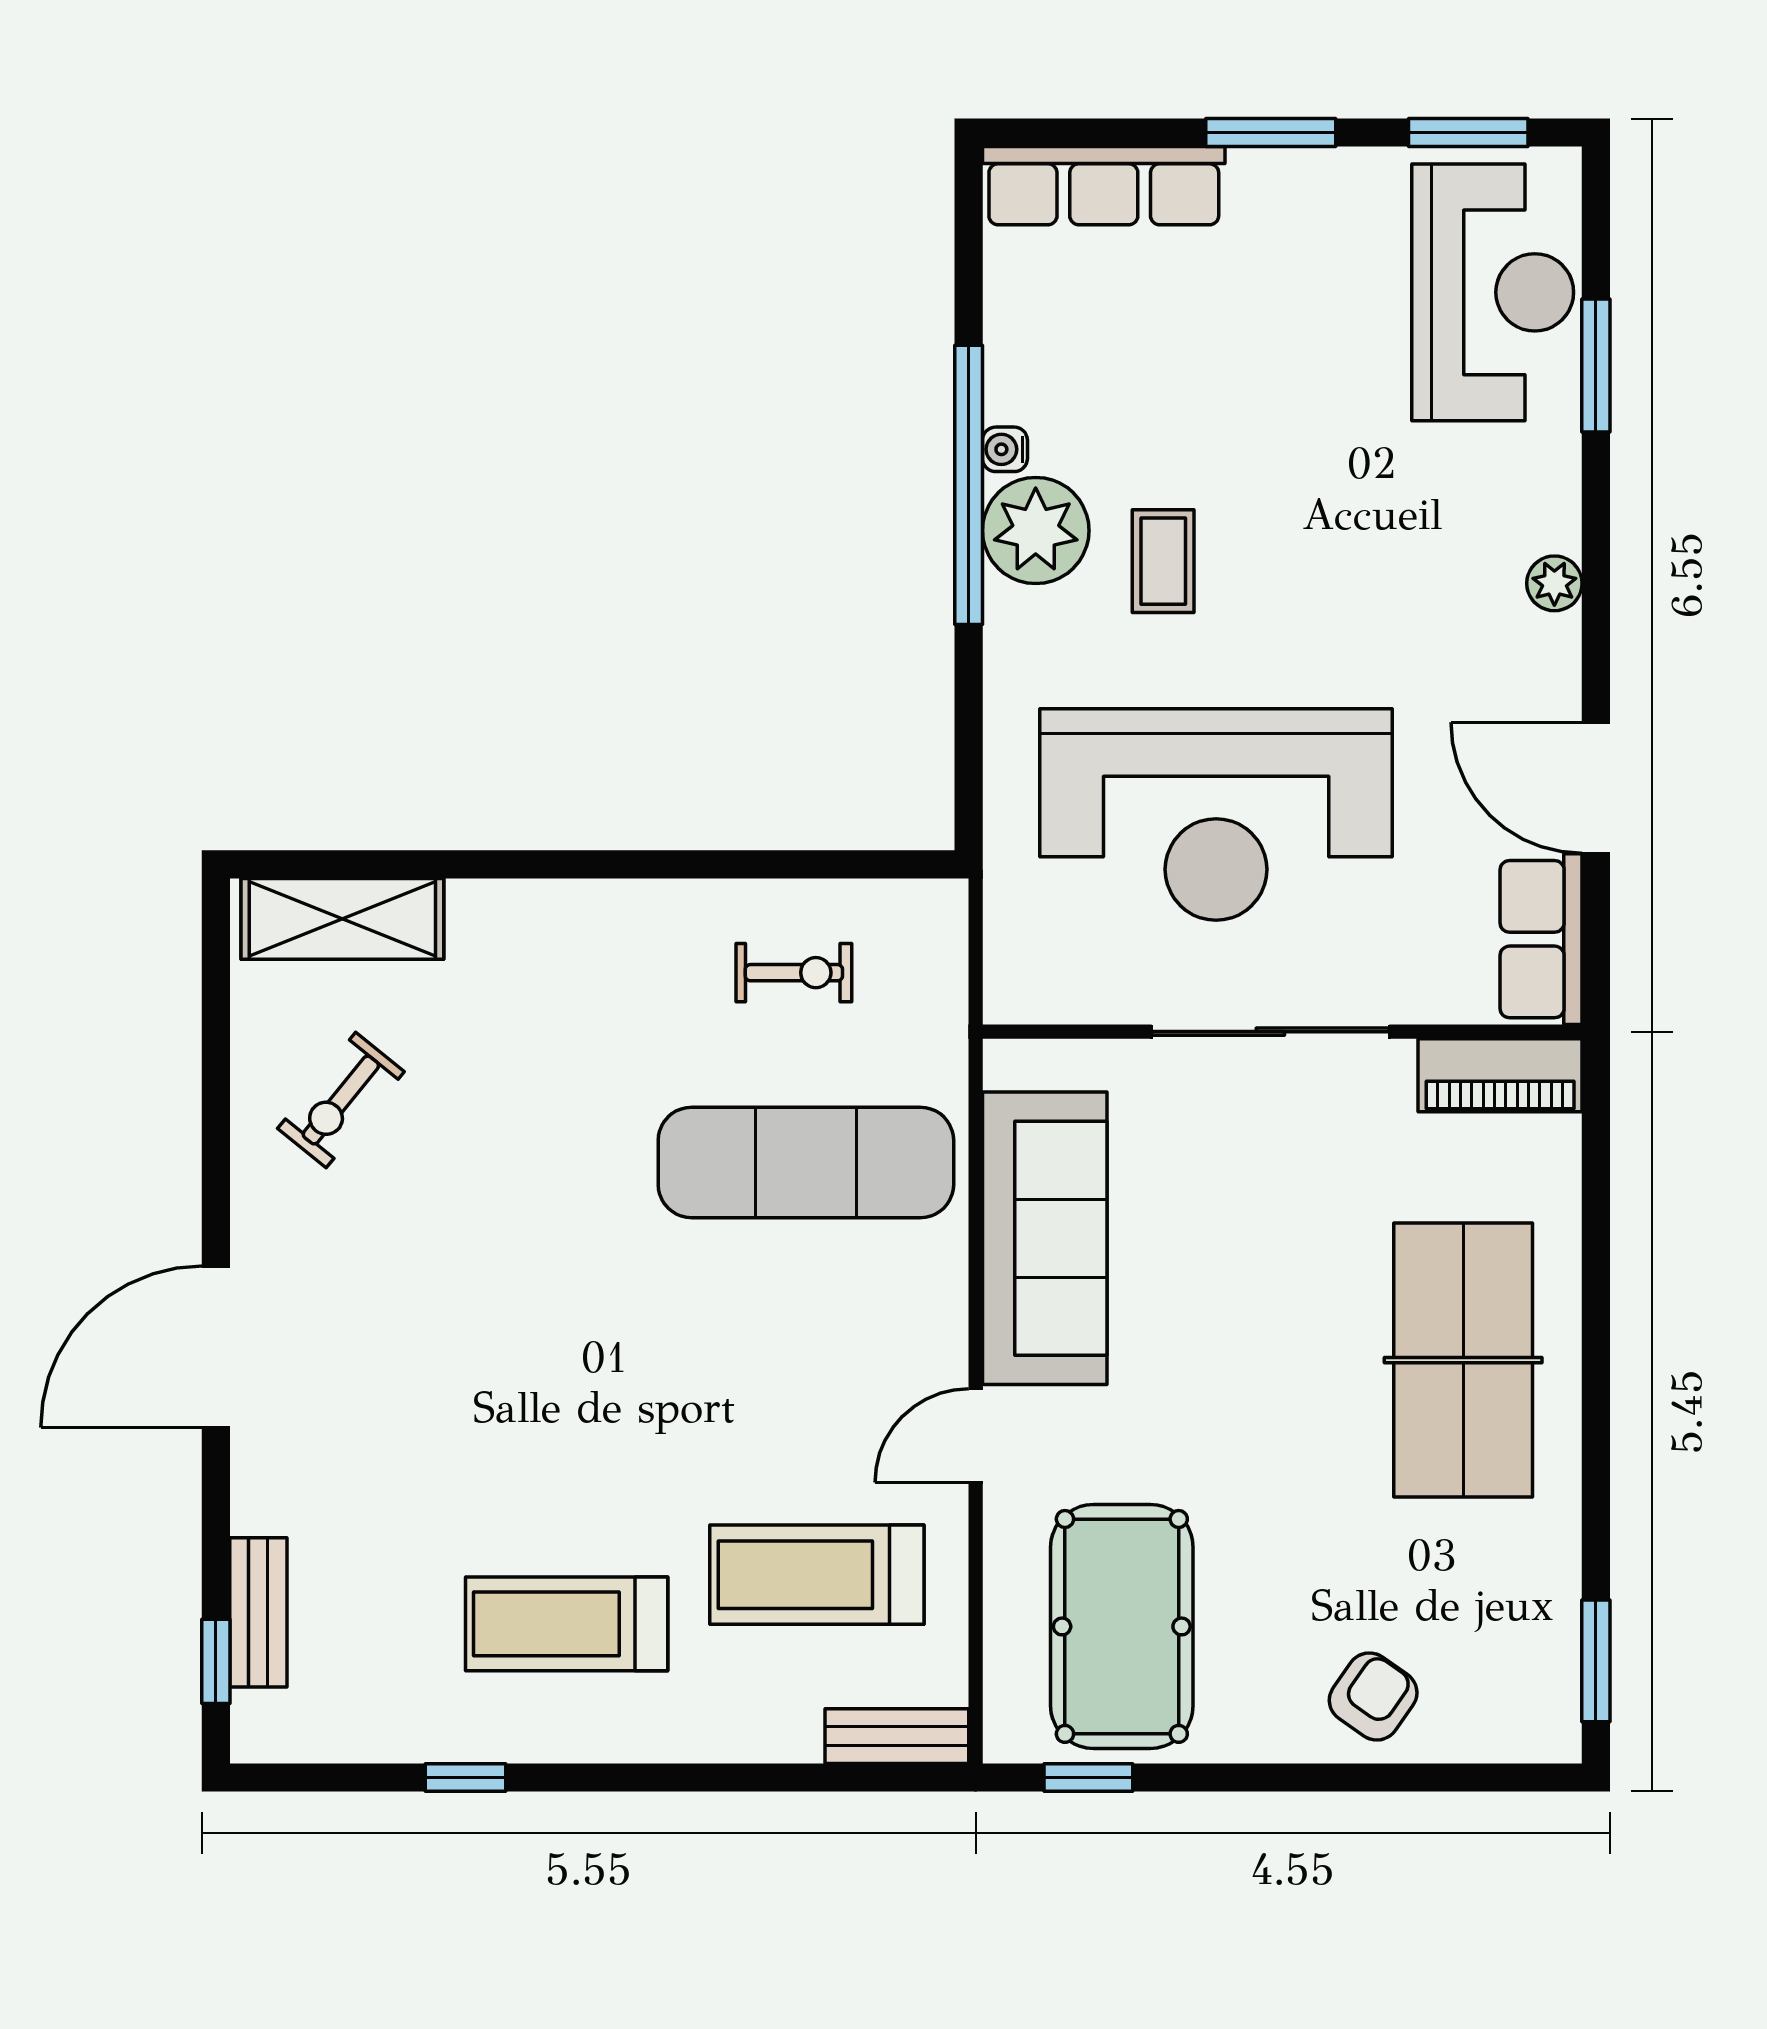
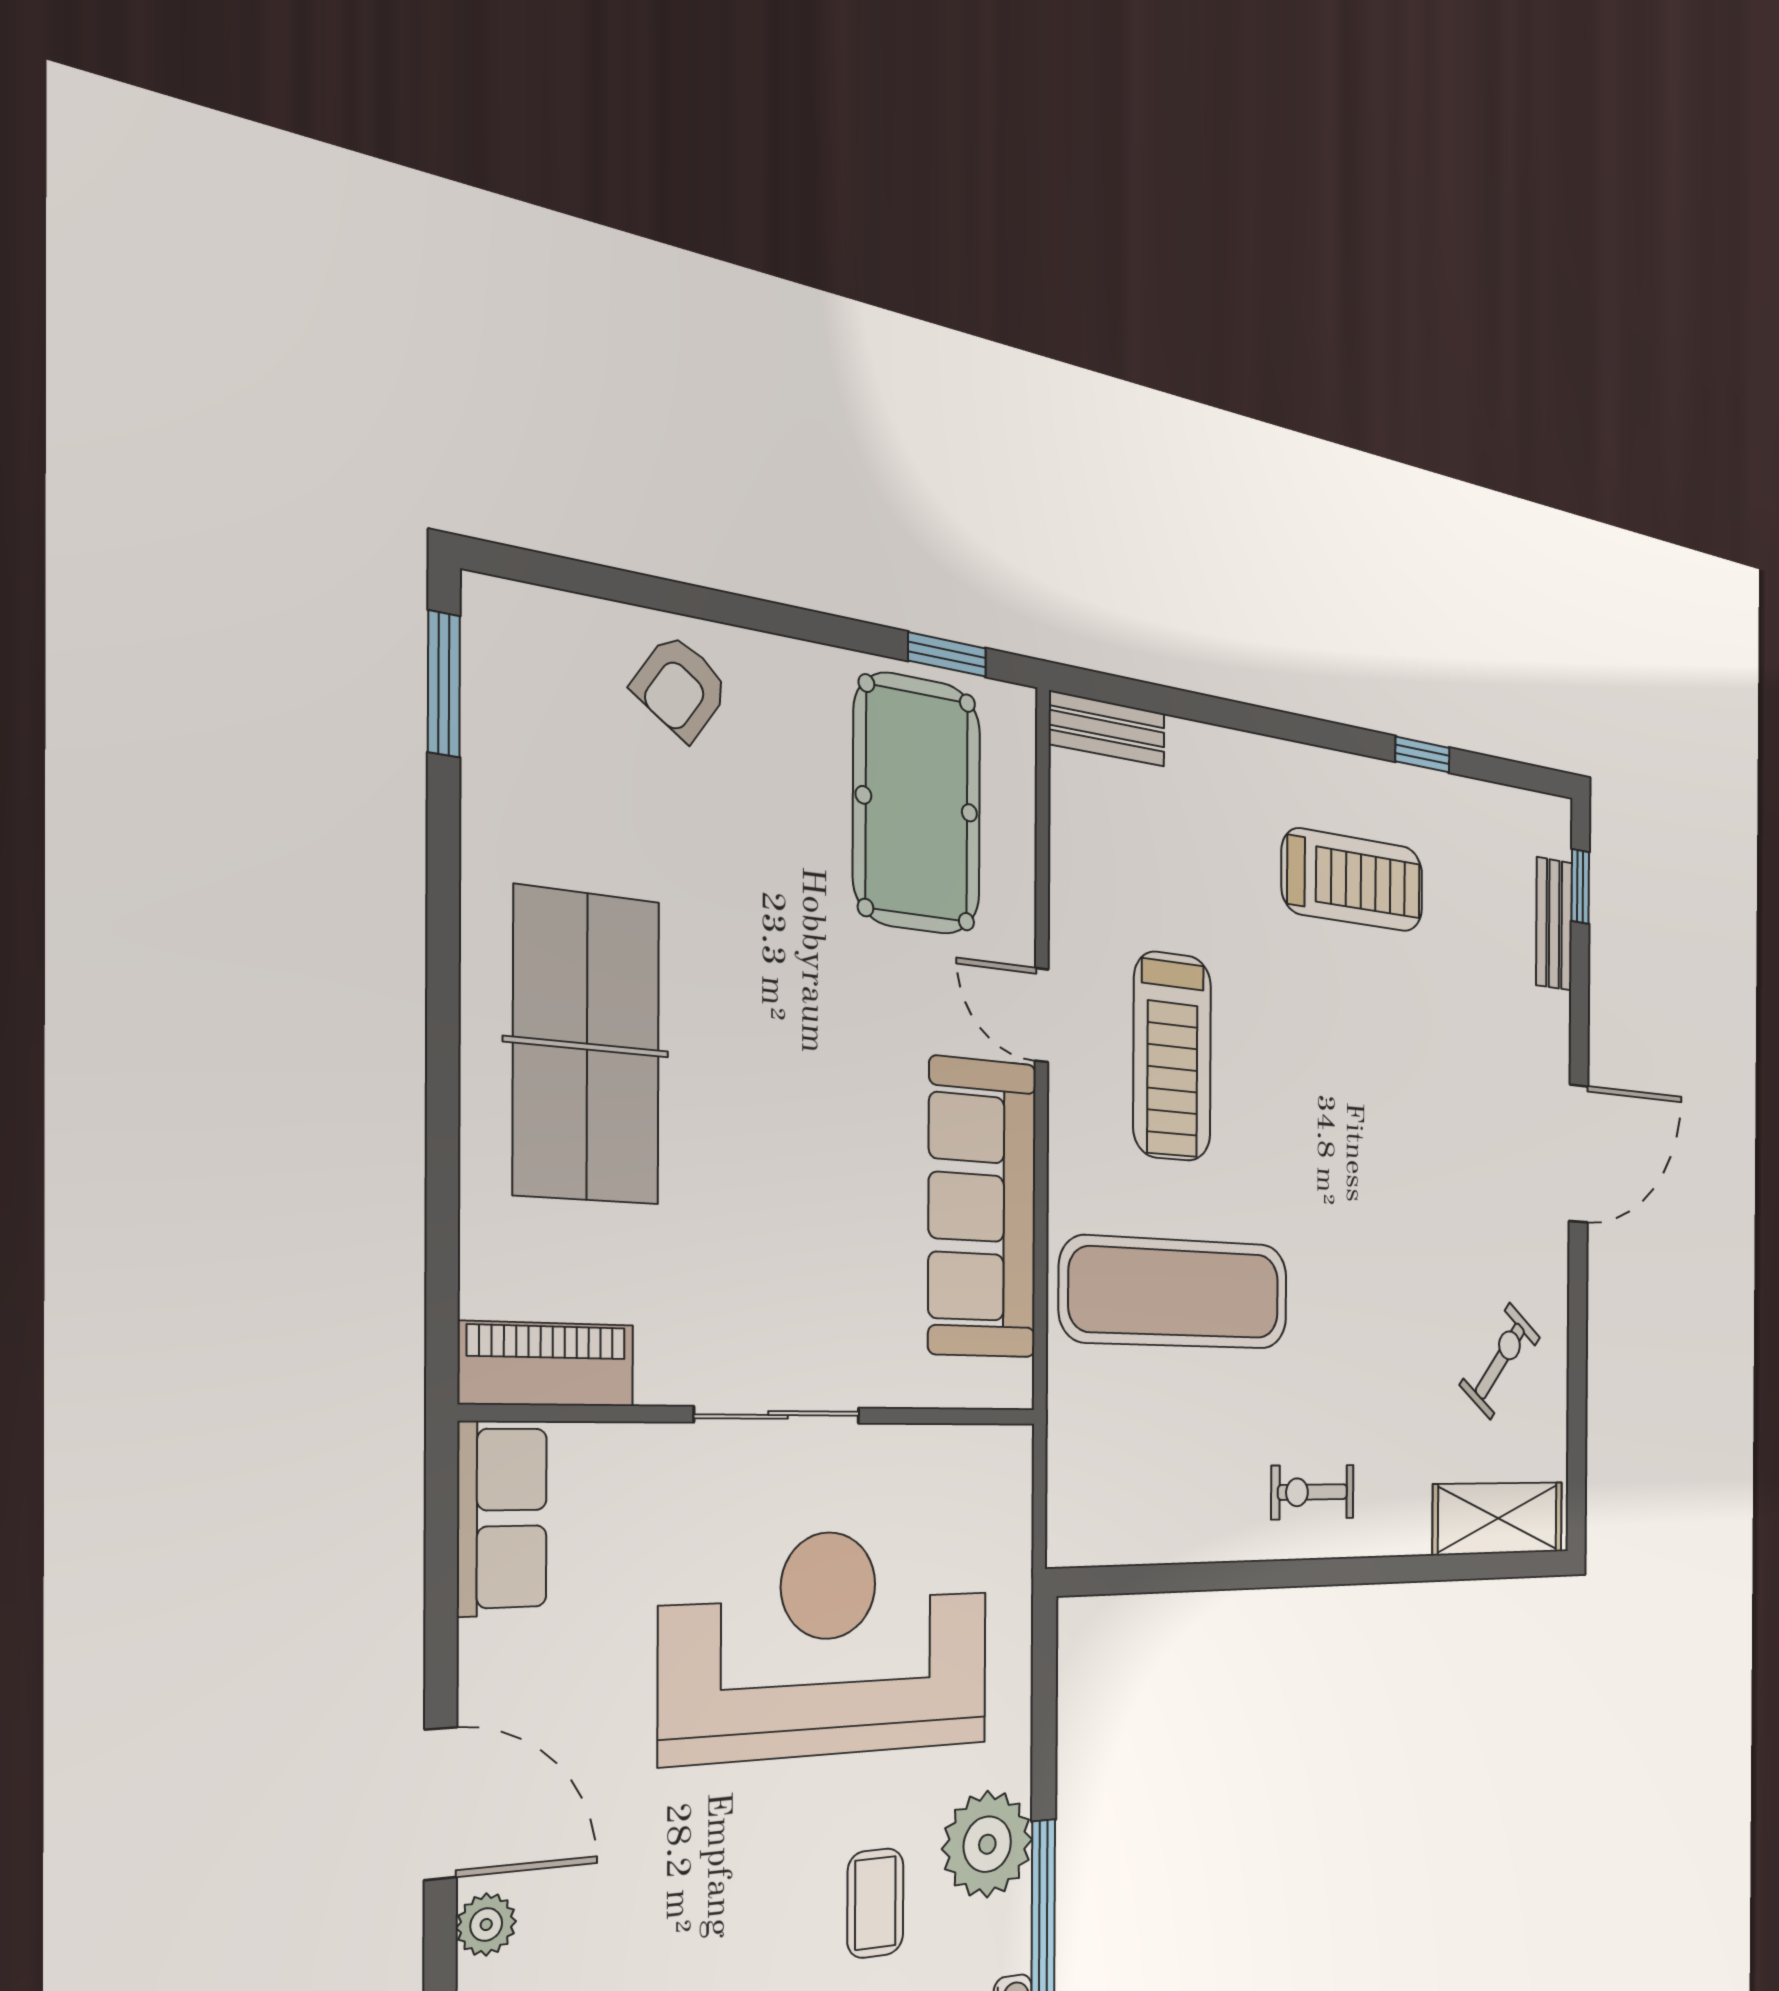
plant: (1036, 531) -> (987, 1844), moved
door: (1596, 788) -> (441, 1804), moved
exercise bike: (794, 973) -> (1313, 1492), moved
sliding door: (1270, 1032) -> (778, 1415), width x0.73
door: (976, 1436) -> (1042, 1015), swing flipped
treadmill: (817, 1575) -> (1172, 1056), moved, turned 90

